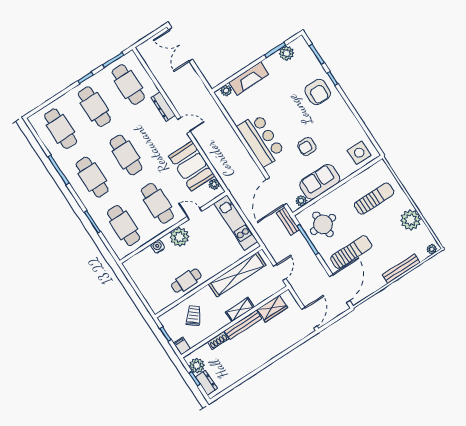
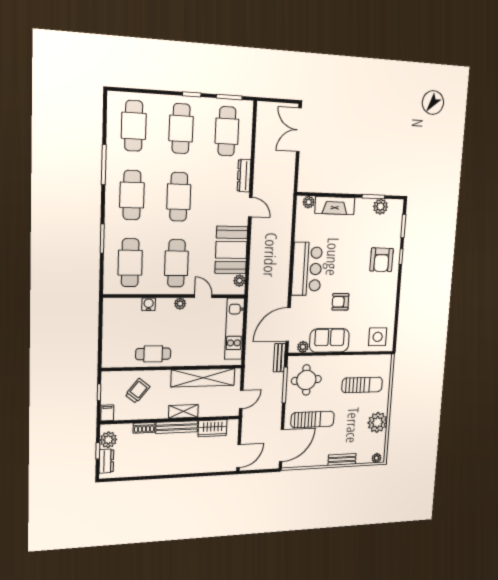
plant: (179, 237) -> (180, 304), width x0.53, depth x0.53
bench: (401, 269) -> (342, 459), width x0.73

